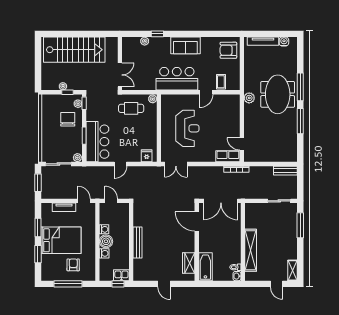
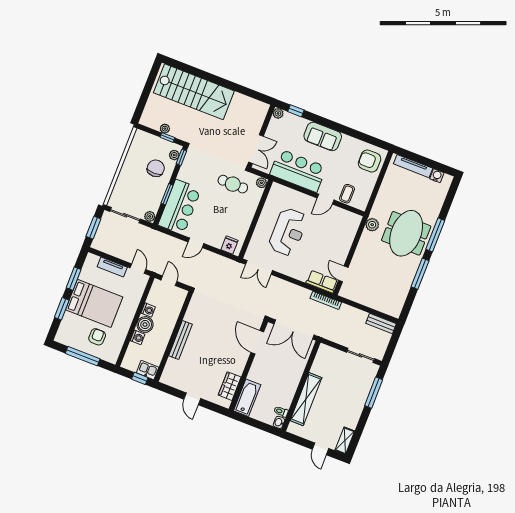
wall: (120, 64) -> (261, 136), moved
double door: (120, 75) -> (256, 149), moved

